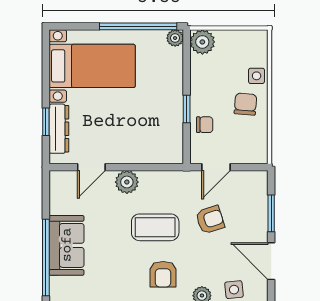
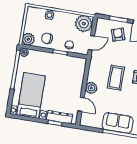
chair: (246, 104) -> (47, 38), moved
plant: (251, 146) -> (84, 24), added
door: (216, 167) -> (91, 43), hinge flipped
armchair: (210, 220) -> (118, 35), moved

